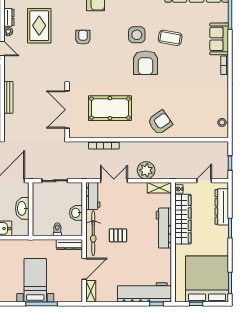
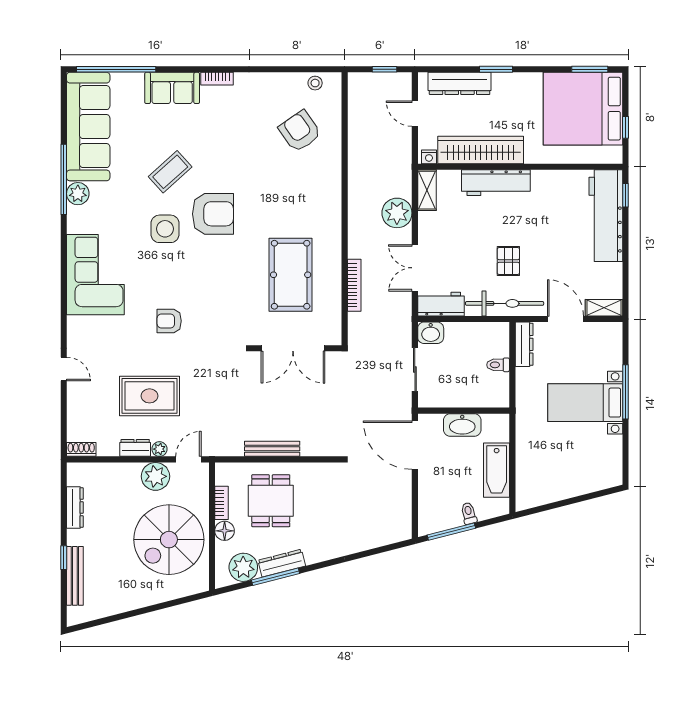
coffee table: (170, 38) -> (170, 172), turned 38
armchair: (160, 122) -> (300, 131), moved
washbasin: (76, 213) -> (431, 333), moved

